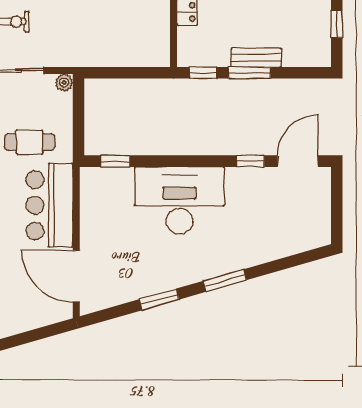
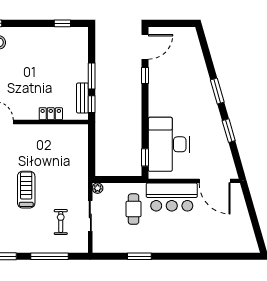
bench: (256, 58) -> (82, 98), moved
door: (298, 161) -> (145, 47), swing flipped
desk: (179, 200) -> (169, 144), moved
door: (76, 276) -> (215, 181), hinge flipped

